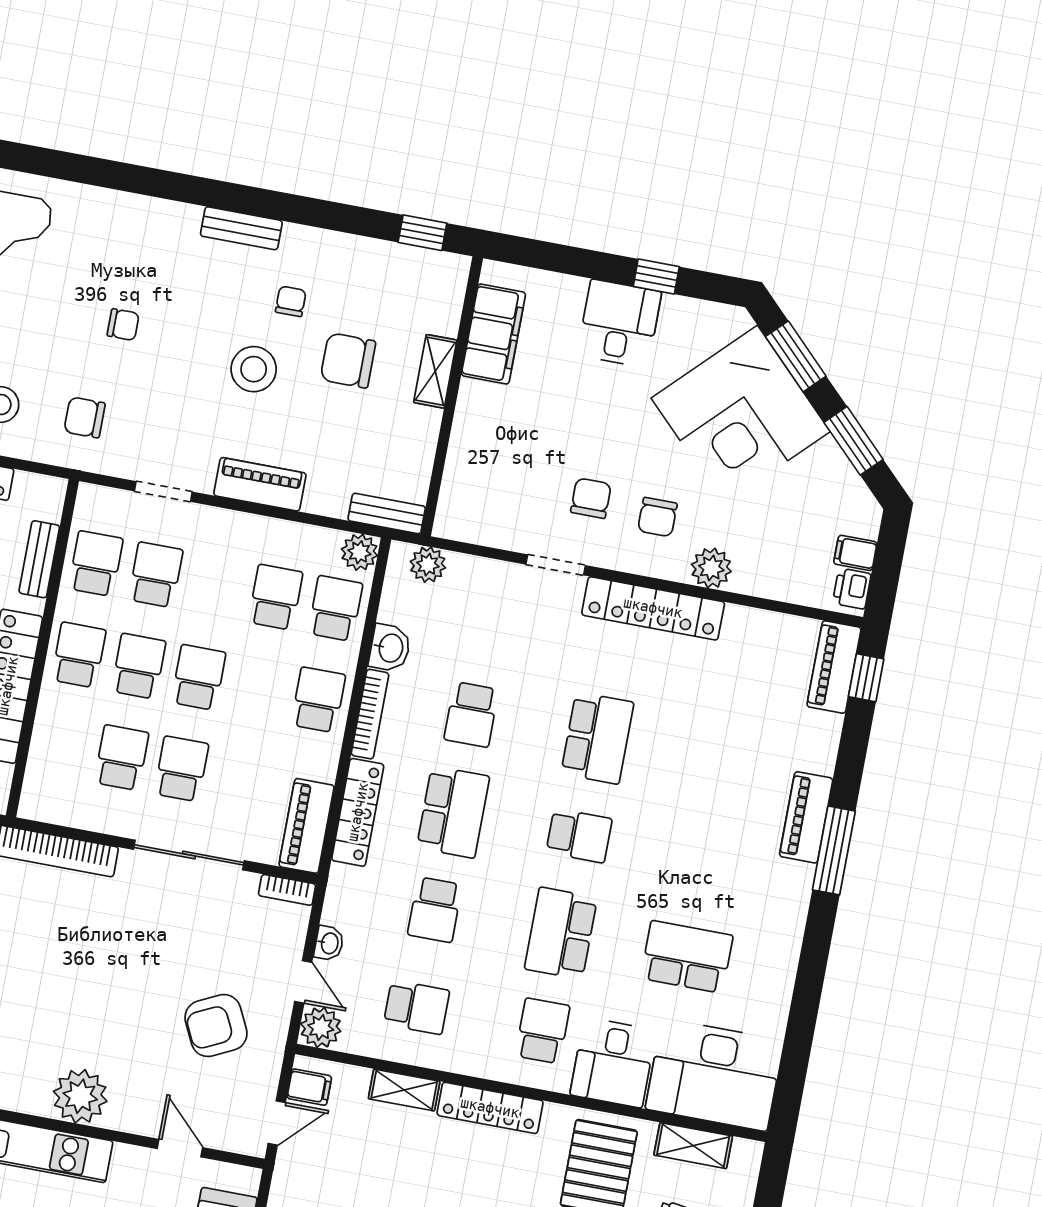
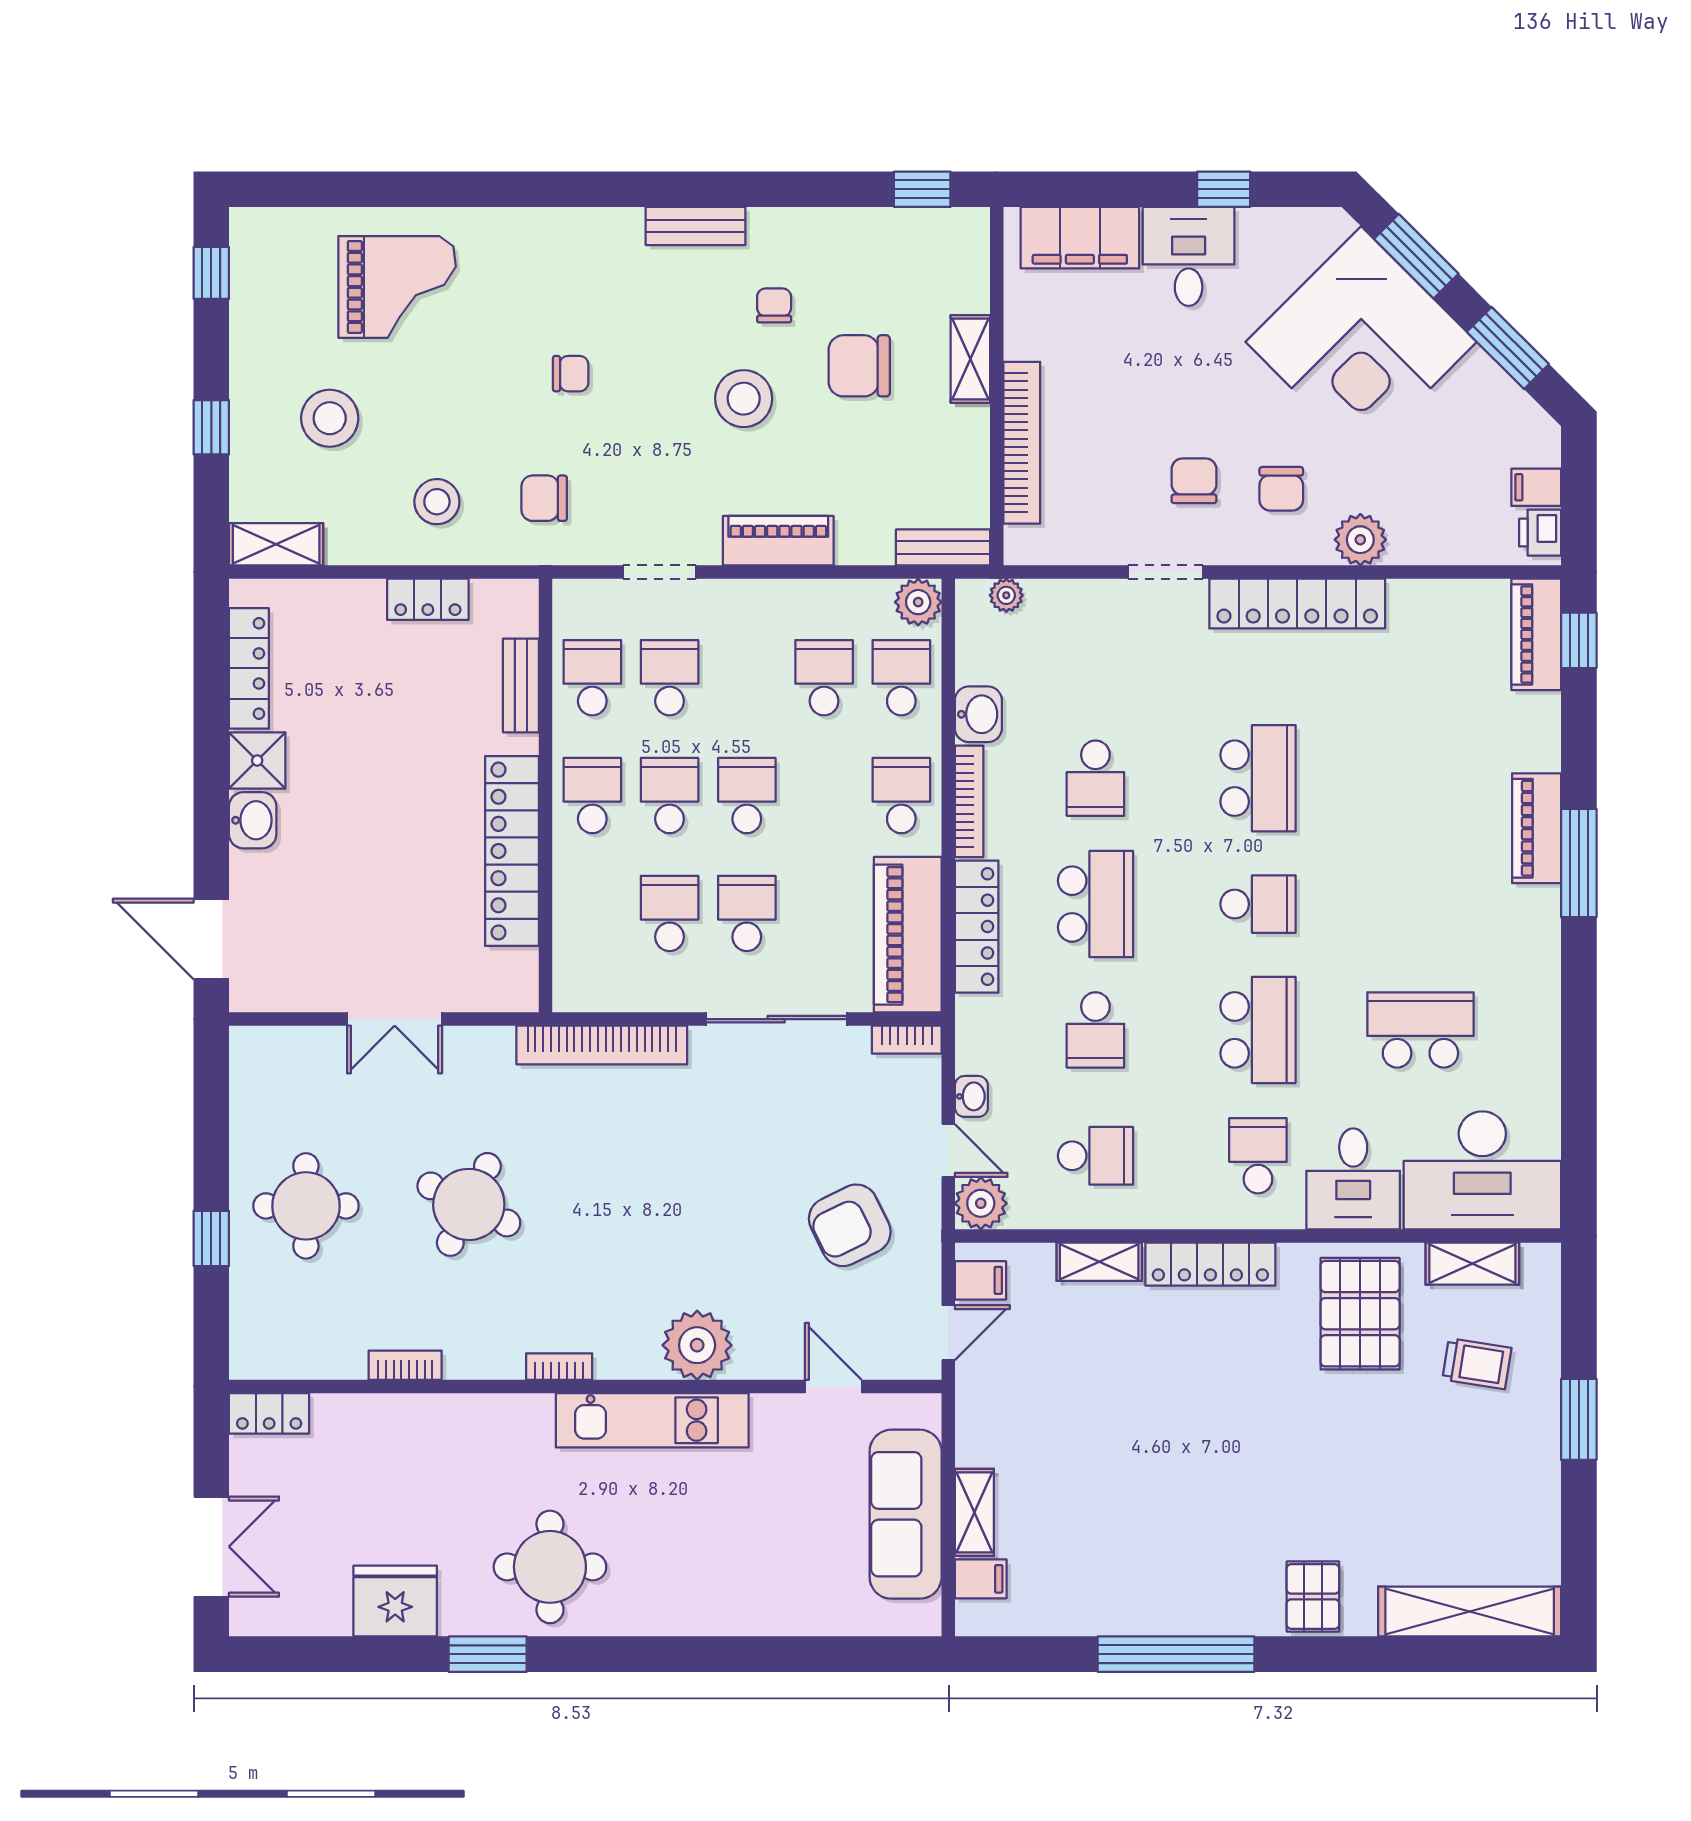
filing cabinet: (493, 334) -> (1080, 238), moved, turned 90
bookcase: (463, 444) -> (1022, 443), added
plant: (428, 565) -> (1006, 595), width x0.73, depth x0.73
piano: (307, 826) -> (908, 935), width x1.37, depth x1.33
school desk: (561, 933) -> (1258, 1030), turned 180

